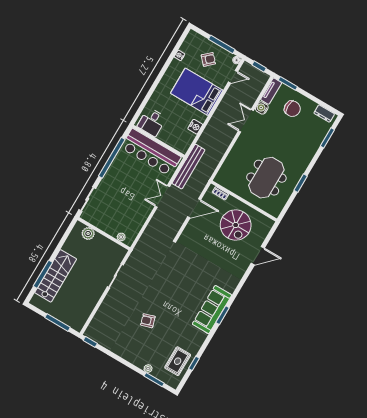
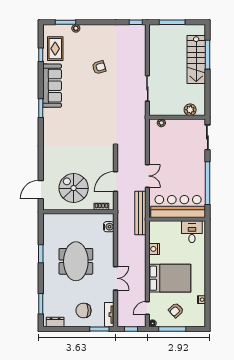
water cooler: (262, 108) -> (109, 227), moved
meeting table: (266, 178) -> (76, 261), moved
door: (258, 256) -> (41, 190), moved
sofa: (212, 310) -> (52, 86), moved

